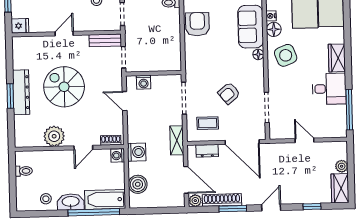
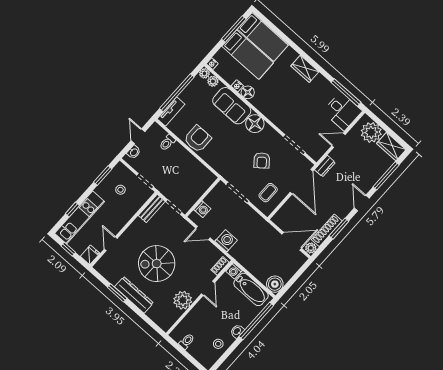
armchair: (197, 24) -> (198, 139), turned 90
door: (64, 34) -> (111, 244), moved
floor lamp: (258, 54) -> (255, 124), width x1.89, depth x1.89
side table: (286, 55) -> (272, 100), removed
desk: (329, 89) -> (342, 111), moved, turned 90
window: (10, 96) -> (117, 293), moved
shelving: (177, 140) -> (260, 223), removed
door: (242, 142) -> (301, 182), hinge flipped
dresser: (207, 151) -> (325, 166), moved
washing machine: (137, 152) -> (226, 241), moved
plant: (342, 166) -> (371, 132), width x1.87, depth x1.87
boiler: (138, 184) -> (275, 284), moved
bathtub: (105, 199) -> (251, 289), moved, turned -90
washbasin: (71, 202) -> (237, 331), width x0.52, depth x0.69
window: (312, 207) -> (386, 176), width x2.17

